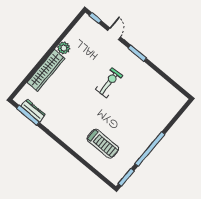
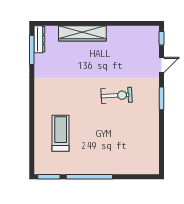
plant: (64, 48) -> (114, 33), removed
dresser: (33, 111) -> (39, 39), moved
treadmill: (103, 144) -> (61, 133), turned 180

